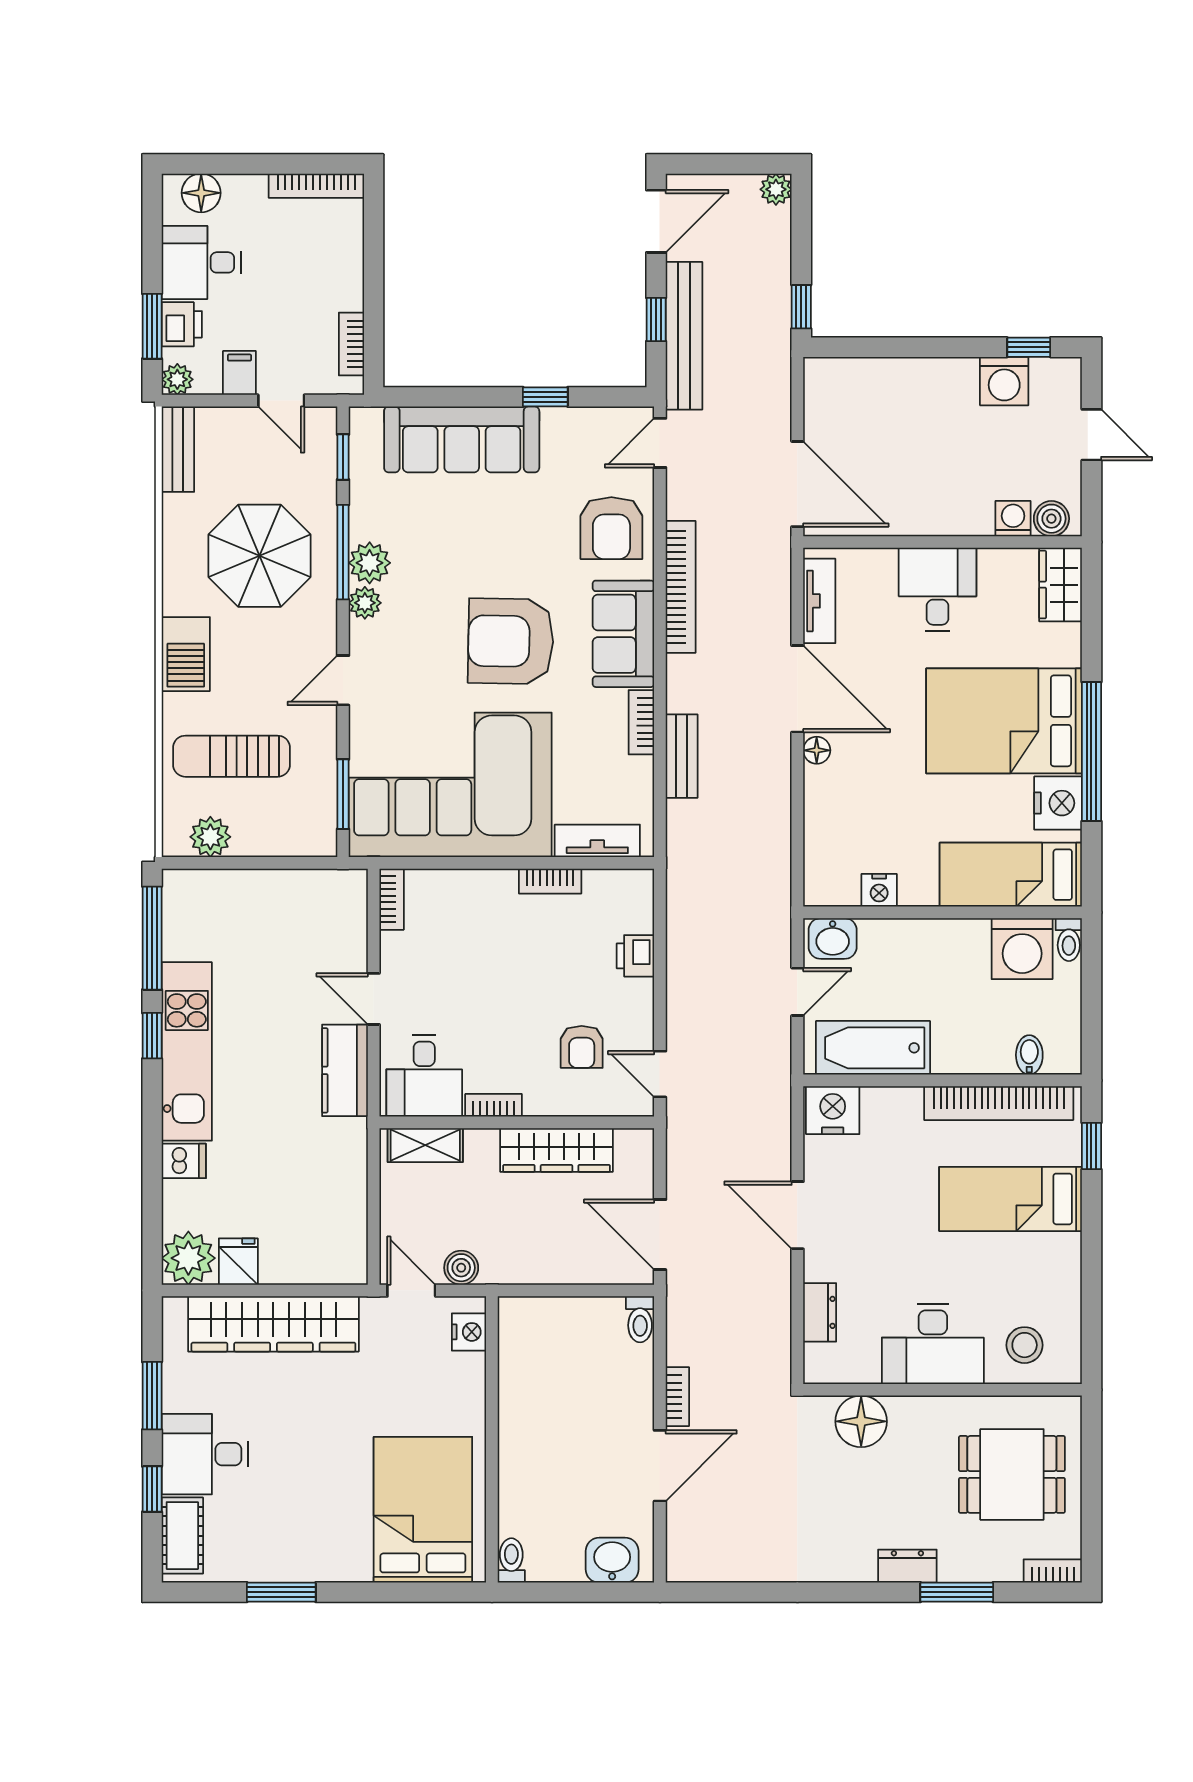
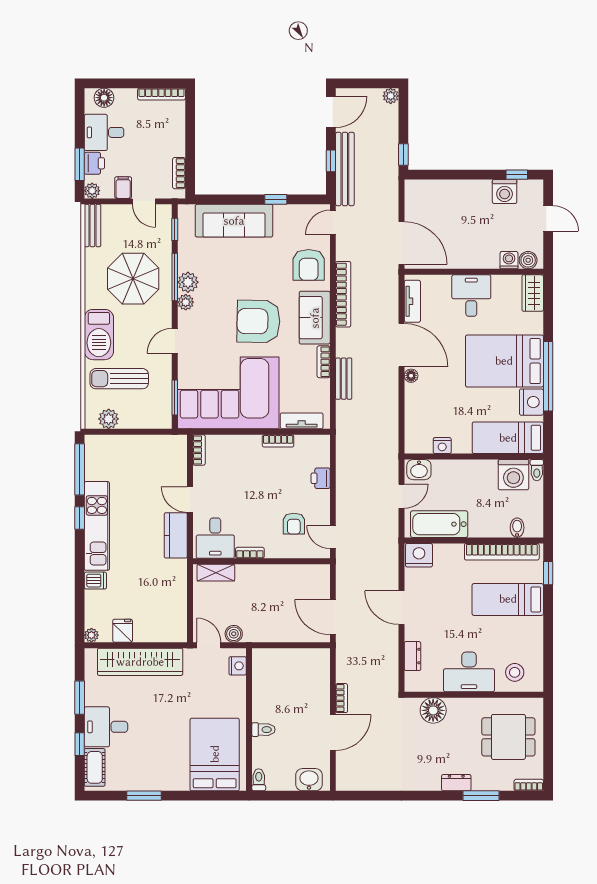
barbecue: (186, 654) -> (99, 335), width x1.37, depth x1.21
wardrobe: (557, 1150) -> (281, 575), removed
plant: (188, 1258) -> (91, 635), width x0.53, depth x0.53
toilet: (640, 1319) -> (263, 730), moved, turned -90

